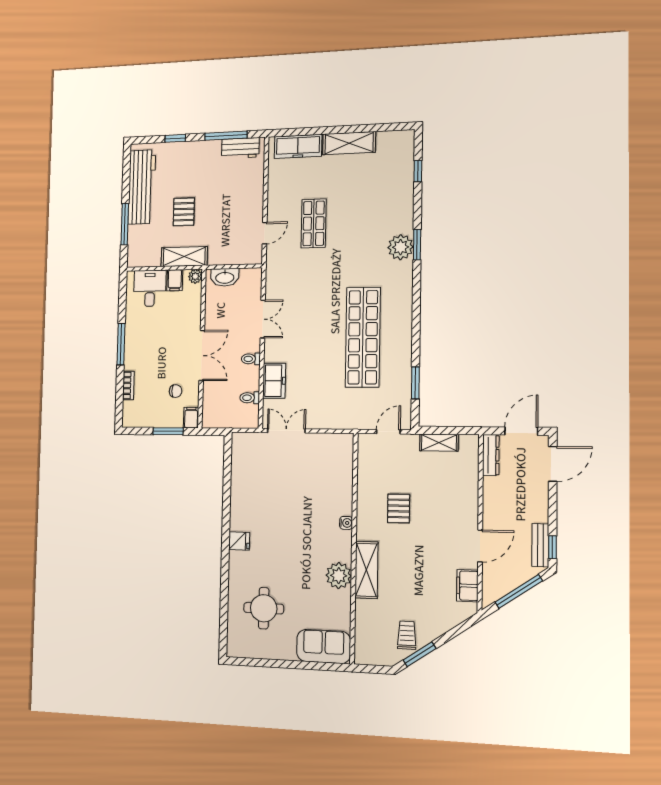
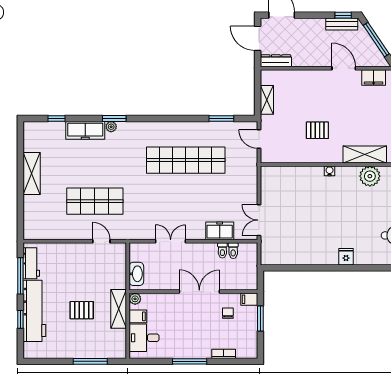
freezer: (298, 146) -> (85, 130), moved, turned 90
workbench: (142, 187) -> (34, 311), moved, turned 90
shop shelf: (314, 223) -> (95, 201), width x1.43, depth x1.36
plant: (401, 247) -> (111, 127), width x0.53, depth x0.53
toilet: (251, 359) -> (222, 250), moved

